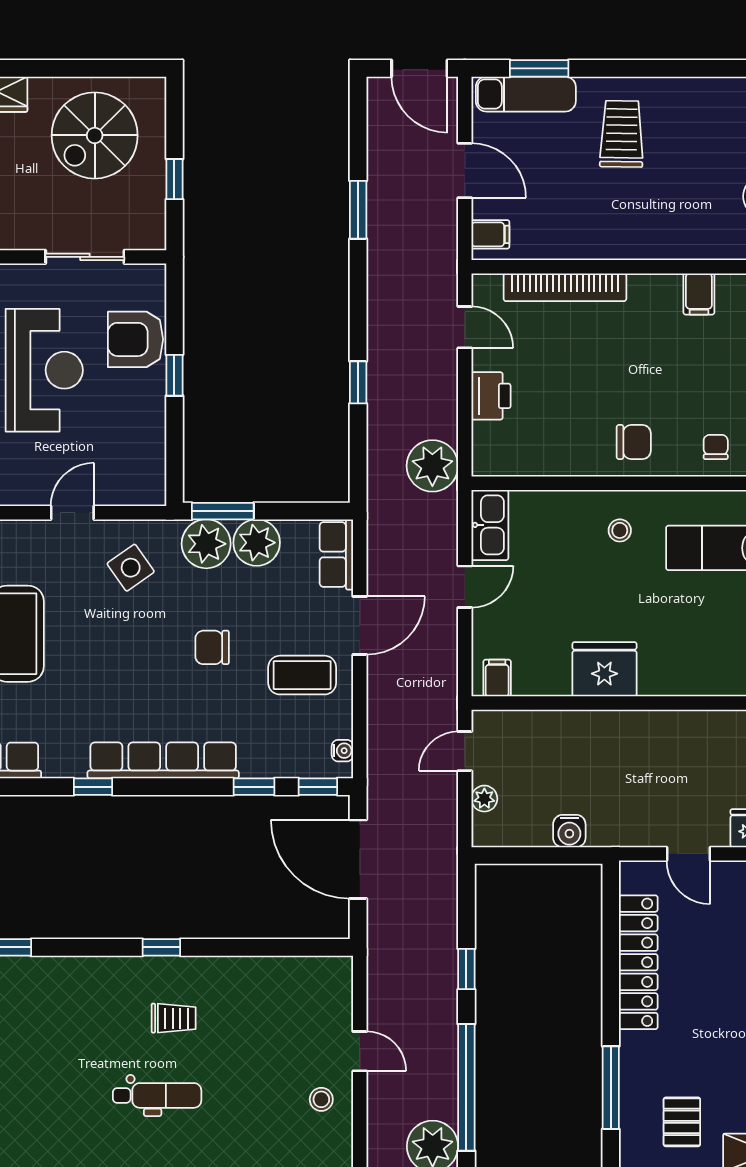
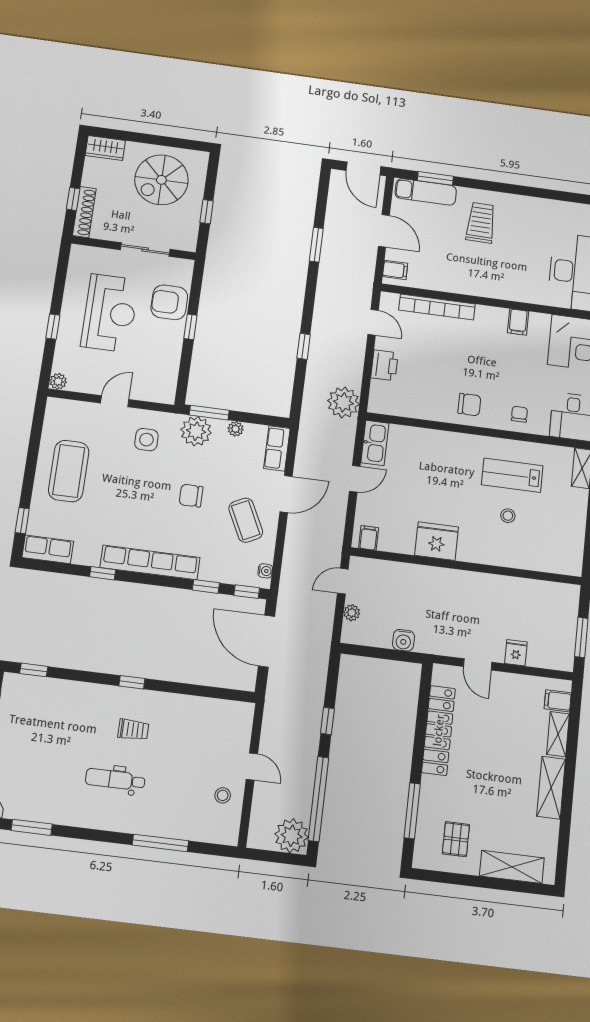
stool: (620, 530) -> (508, 516), moved
plant: (257, 543) -> (236, 429), width x0.53, depth x0.53
side table: (131, 568) -> (146, 440), turned 35
coffee table: (302, 675) -> (246, 520), turned 64
dental chair: (157, 1095) -> (115, 780), turned 180

